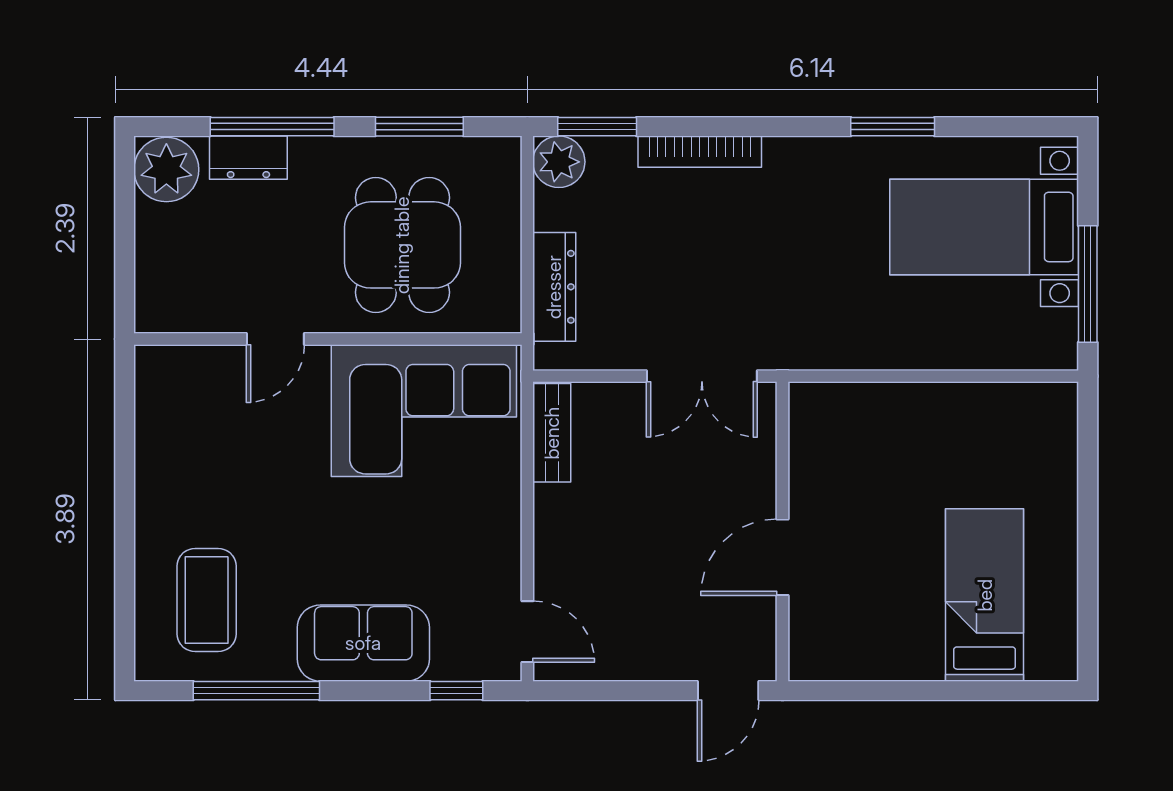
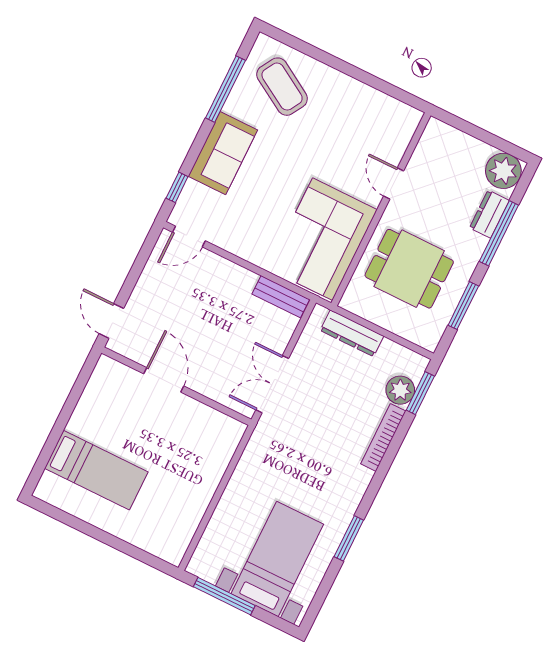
plant: (559, 162) -> (400, 390), moved
coffee table: (207, 600) -> (282, 87), turned 31

